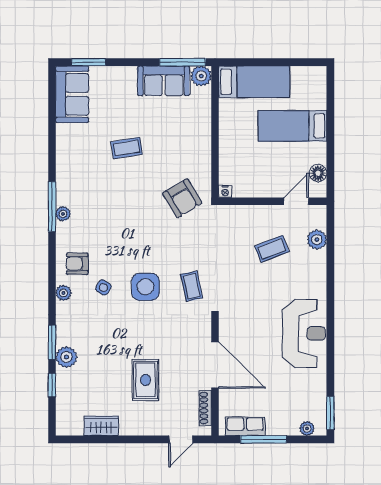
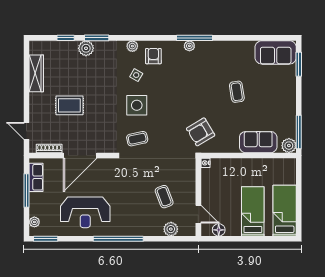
sofa: (164, 81) -> (258, 142), moved, turned 90
bed: (254, 82) -> (285, 211), moved, turned 180
window: (330, 312) -> (118, 239), added
reception desk: (304, 333) -> (85, 212), moved
wardrobe: (101, 426) -> (36, 73), width x1.50

